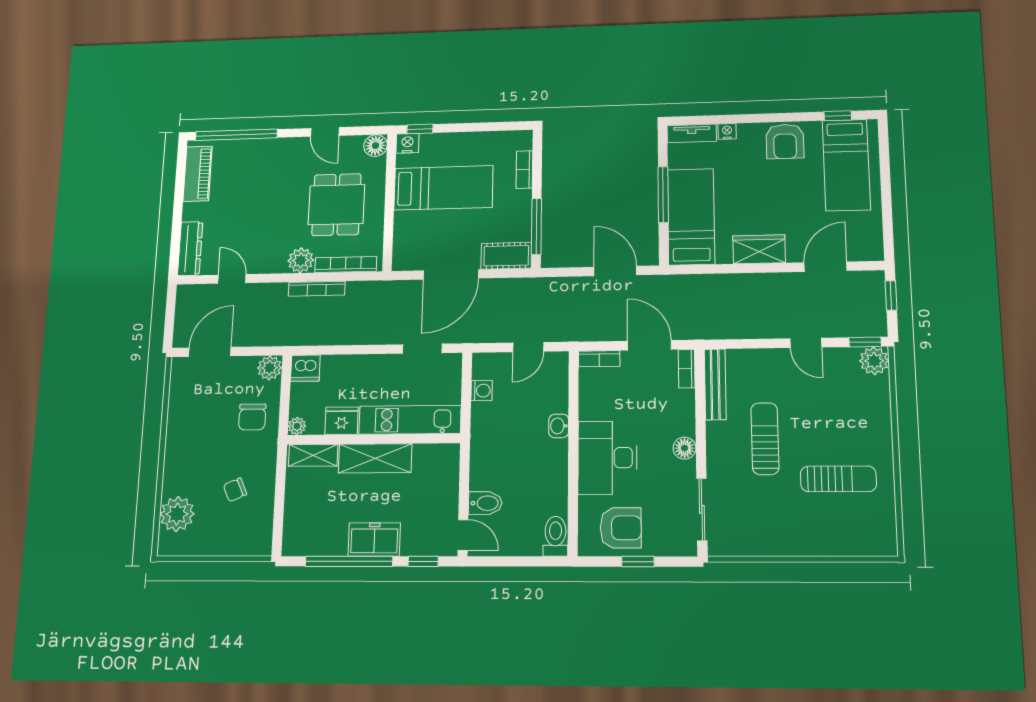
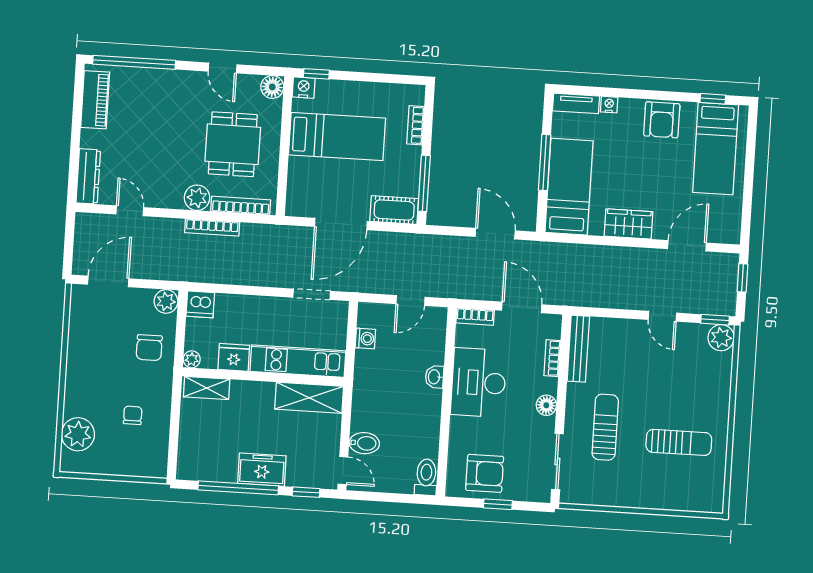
bookcase: (687, 369) -> (552, 358), moved
sun lounger: (765, 439) -> (605, 427), moved
shelving: (375, 458) -> (309, 398), moved
desk: (607, 458) -> (479, 383), moved
chair: (235, 490) -> (133, 415), turned 114

